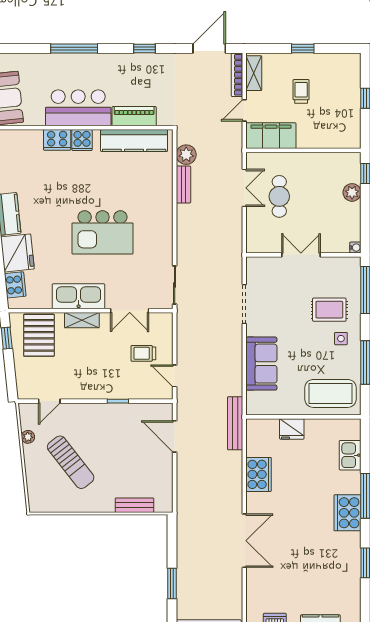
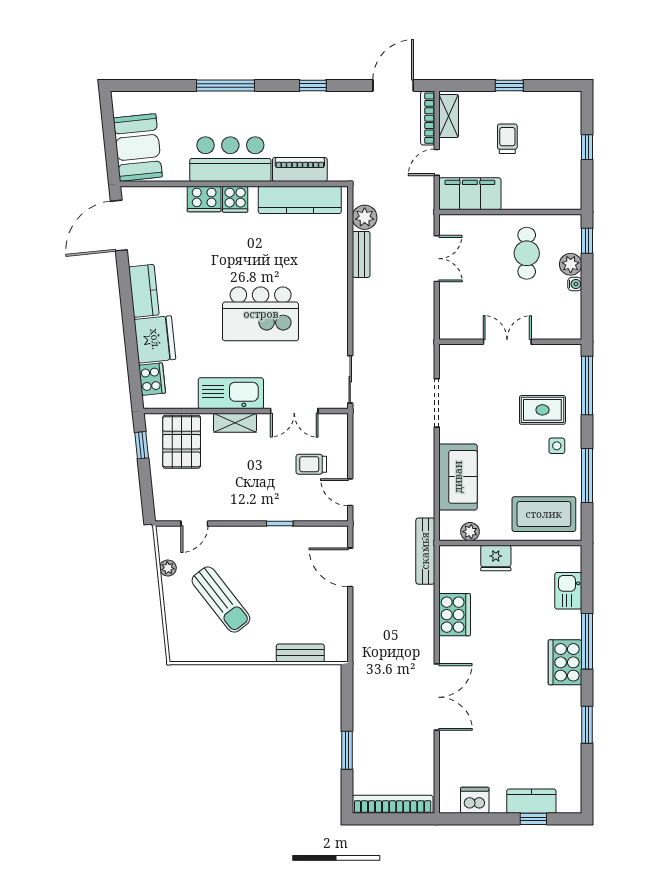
cafe table: (279, 196) -> (527, 253), moved
water cooler: (355, 248) -> (575, 284), moved
plant: (271, 408) -> (470, 532), added

